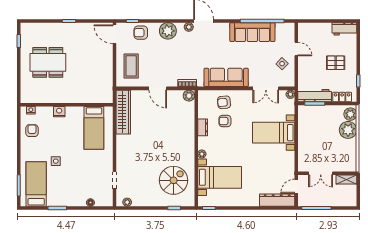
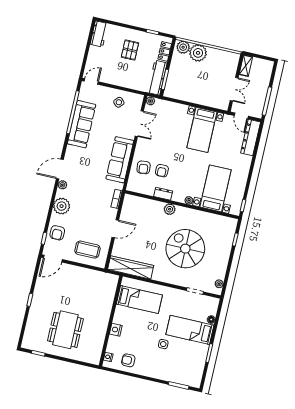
door: (296, 49) -> (91, 81), moved
plant: (189, 96) -> (170, 209), moved
bed with nightstands: (274, 133) -> (202, 130), moved
spiral stairs: (174, 180) -> (185, 249), moved, width x1.37, depth x1.37
bed: (36, 184) -> (190, 330), moved

